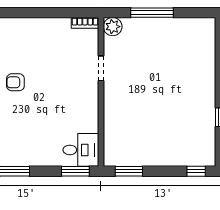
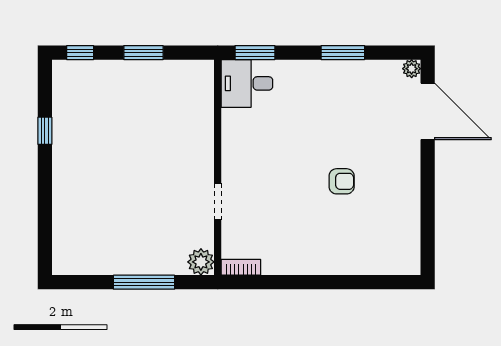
window: (129, 171) -> (143, 53), moved

